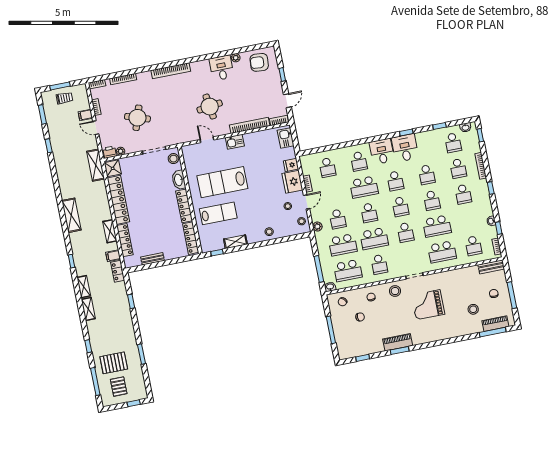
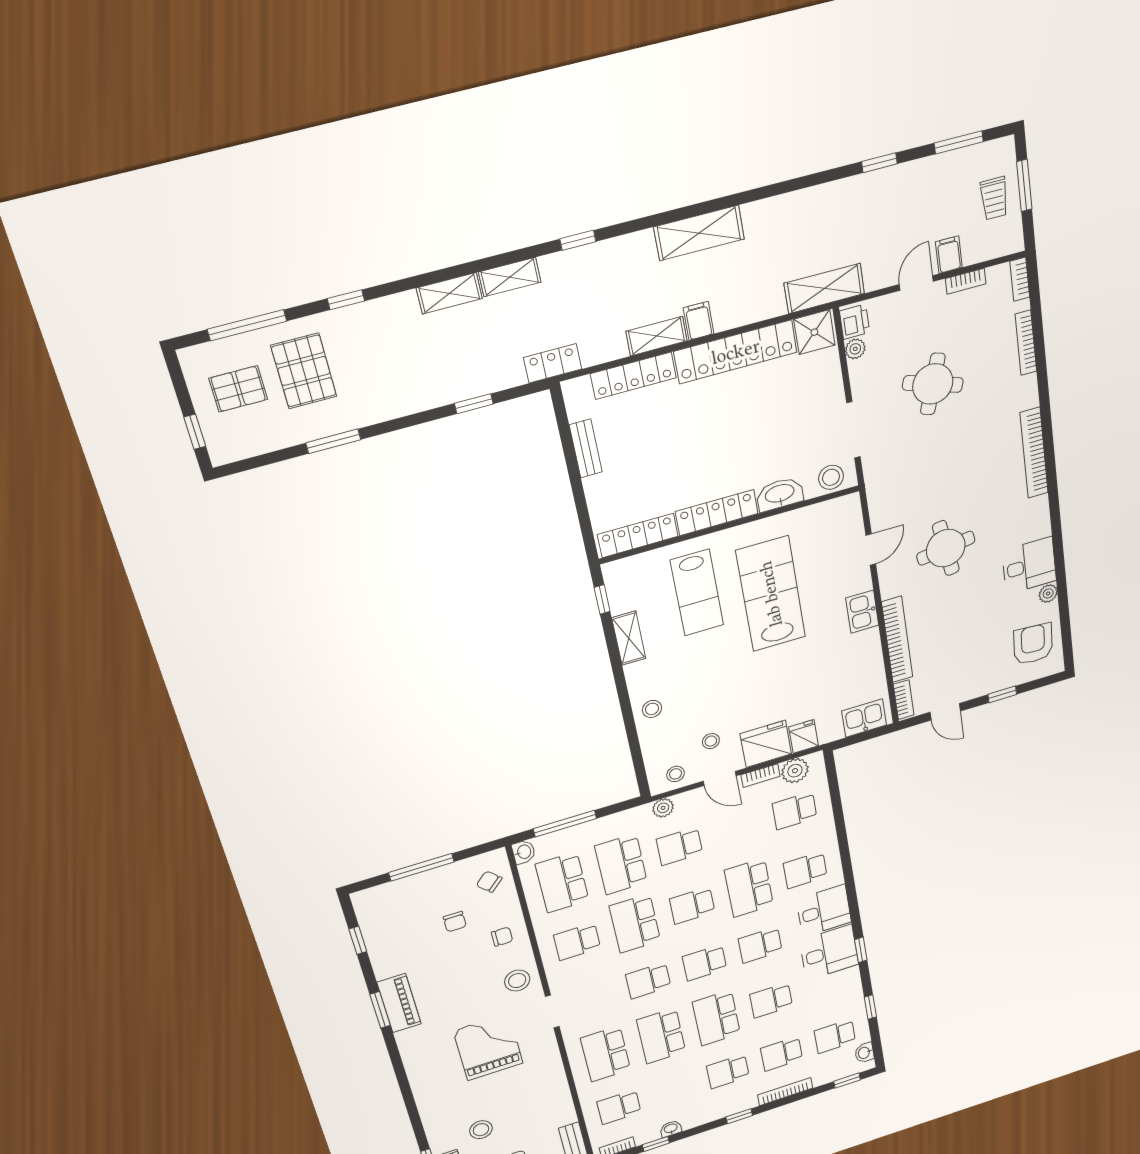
plant: (307, 168) -> (795, 771), added
school desk: (432, 200) -> (716, 1018), width x1.85
filing cabinet: (113, 256) -> (699, 321), moved

